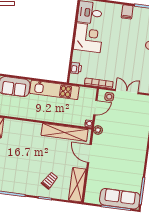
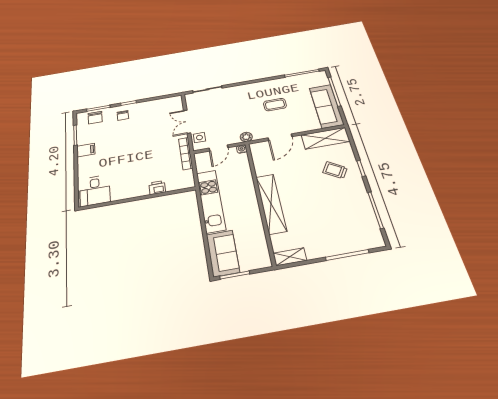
corner desk: (88, 38) -> (129, 182), removed
printer: (76, 68) -> (157, 188), moved
door: (95, 108) -> (219, 148), swing flipped
shelving: (65, 132) -> (271, 204), moved
coffee table: (119, 160) -> (275, 105), added
sofa: (120, 199) -> (326, 106), moved

